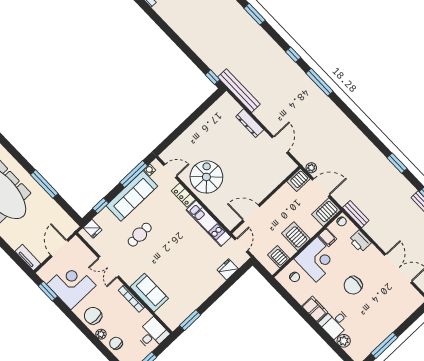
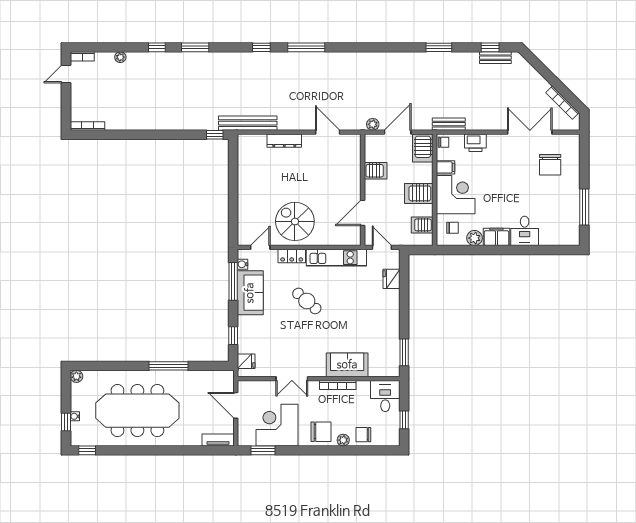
server rack: (299, 180) -> (376, 171), moved, turned -90
sofa: (132, 196) -> (250, 293), width x0.73
cafe table: (140, 235) -> (307, 301), moved, turned -47
chair: (353, 285) -> (550, 165), moved
chair: (93, 316) -> (321, 432), turned 180
plant: (344, 341) -> (474, 238), moved

